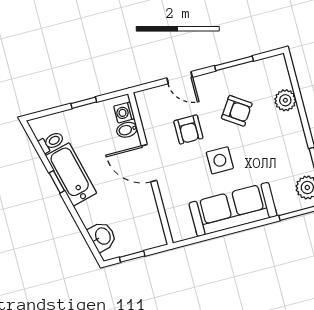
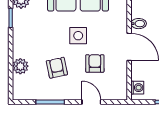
armchair: (237, 111) -> (57, 68), turned 44
bidet: (127, 130) -> (139, 24), moved

